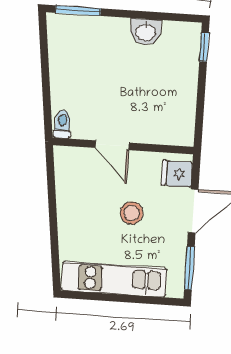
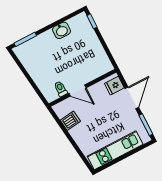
toilet: (62, 124) -> (61, 89), moved
dishwasher: (71, 187) -> (70, 121), added
stool: (132, 213) -> (105, 116), removed

